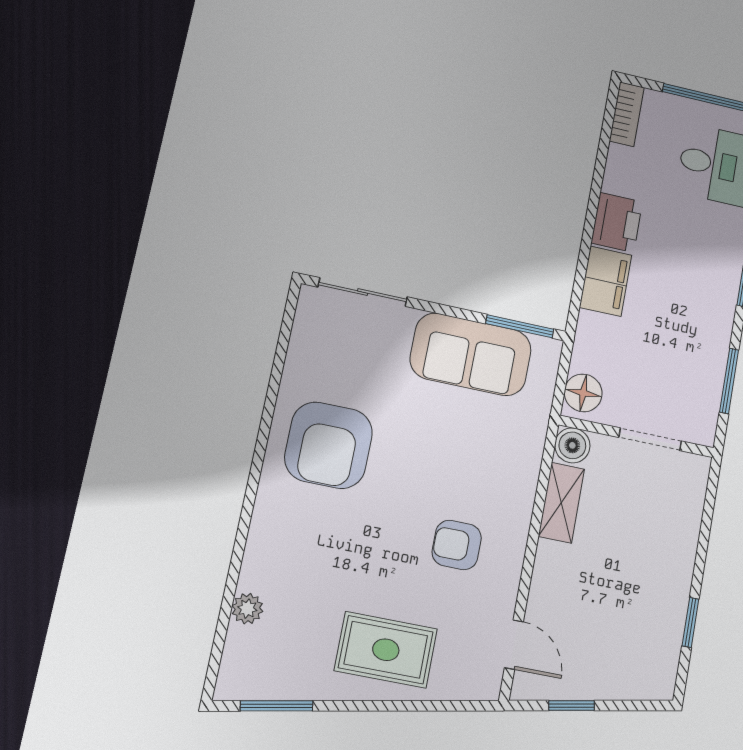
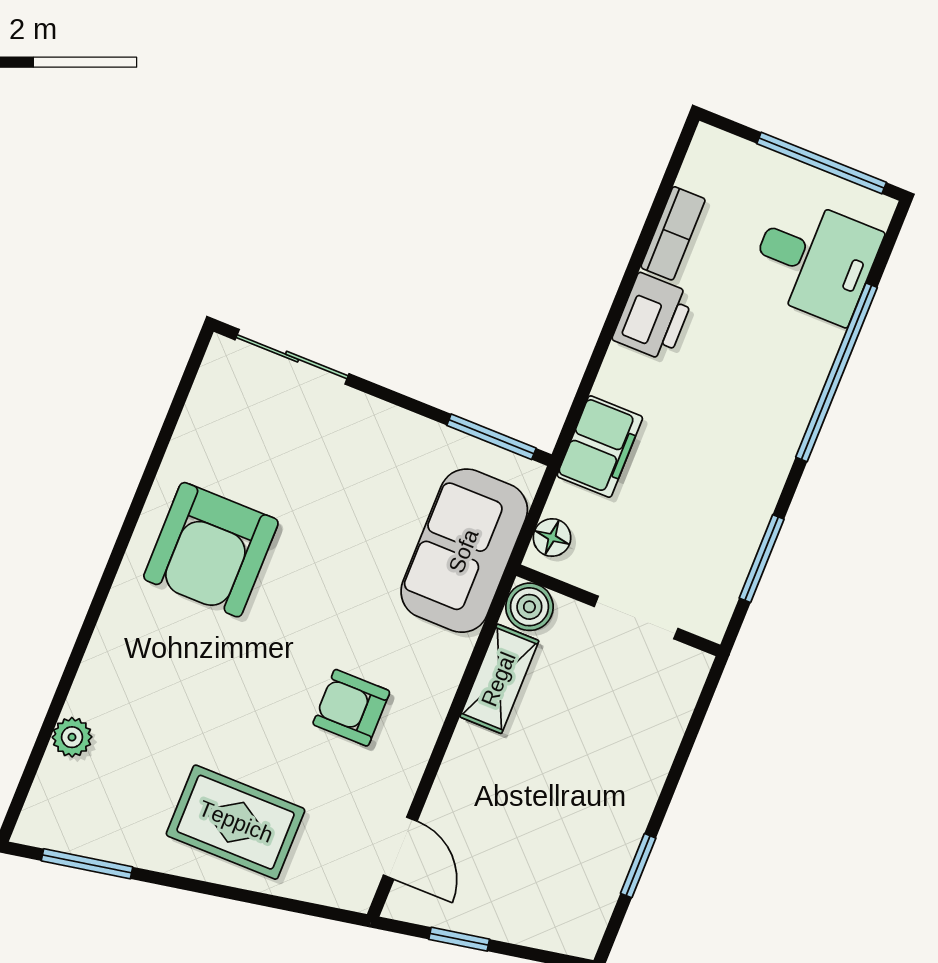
bookcase: (627, 114) -> (673, 233), moved
filing cabinet: (606, 281) -> (600, 447), moved
sofa: (471, 354) -> (464, 551), moved, turned 90
floor lamp: (583, 393) -> (552, 538), width x0.73, depth x0.73

